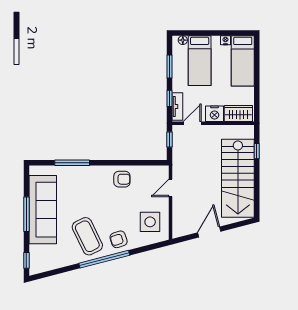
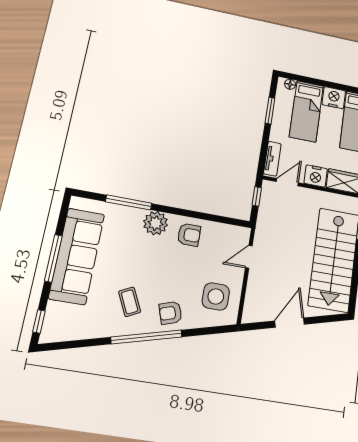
nightstand: (225, 40) -> (334, 98), width x1.89, depth x1.79
window: (169, 98) -> (264, 147), removed
plant: (95, 175) -> (156, 223), added
coffee table: (87, 236) -> (130, 302), width x0.54, depth x0.58

